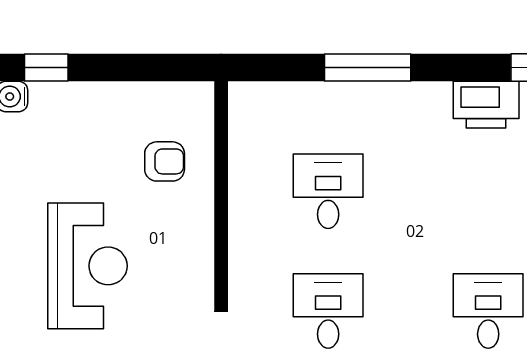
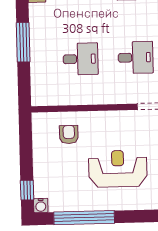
desk: (328, 191) -> (81, 59), turned 180
desk: (328, 311) -> (136, 57), turned 180

